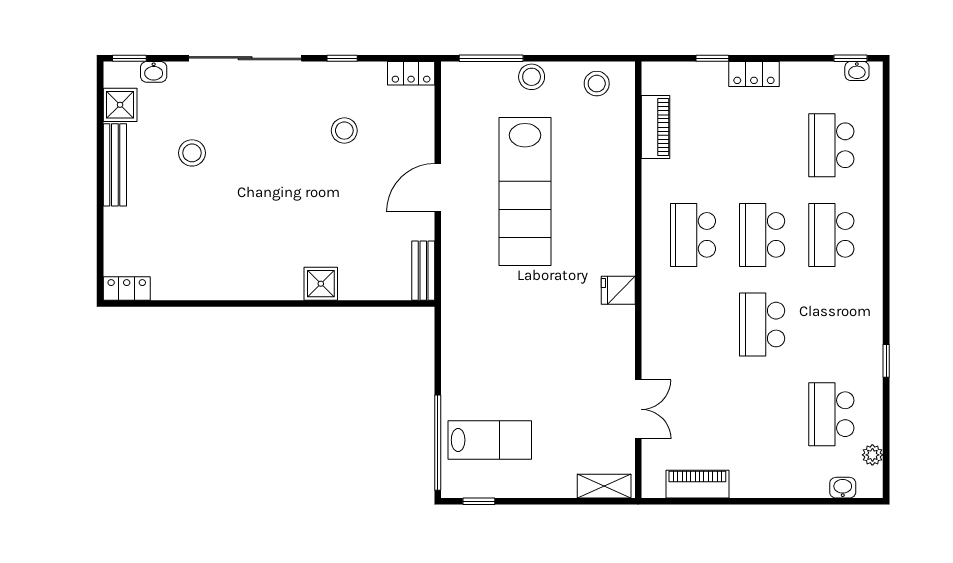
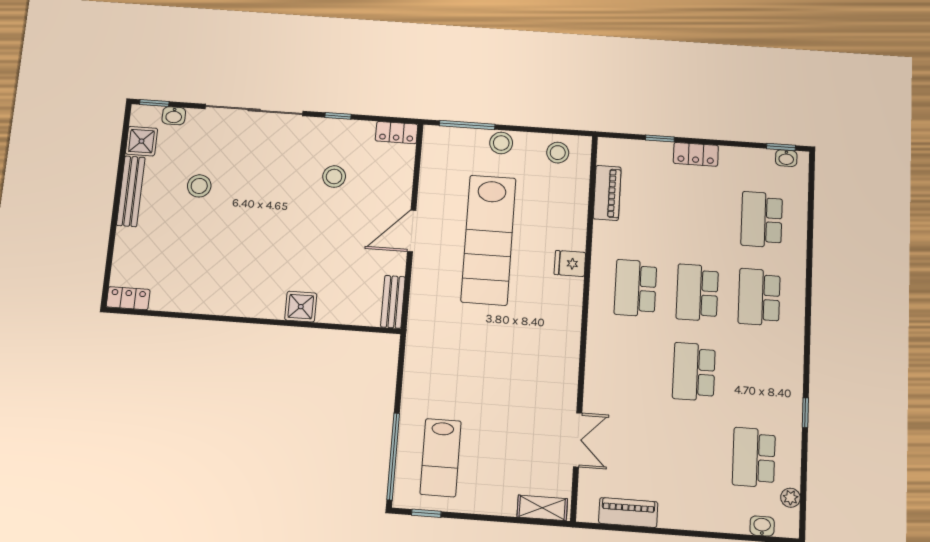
fridge: (618, 290) -> (570, 263), moved
lab bench: (490, 440) -> (441, 458), turned 90

